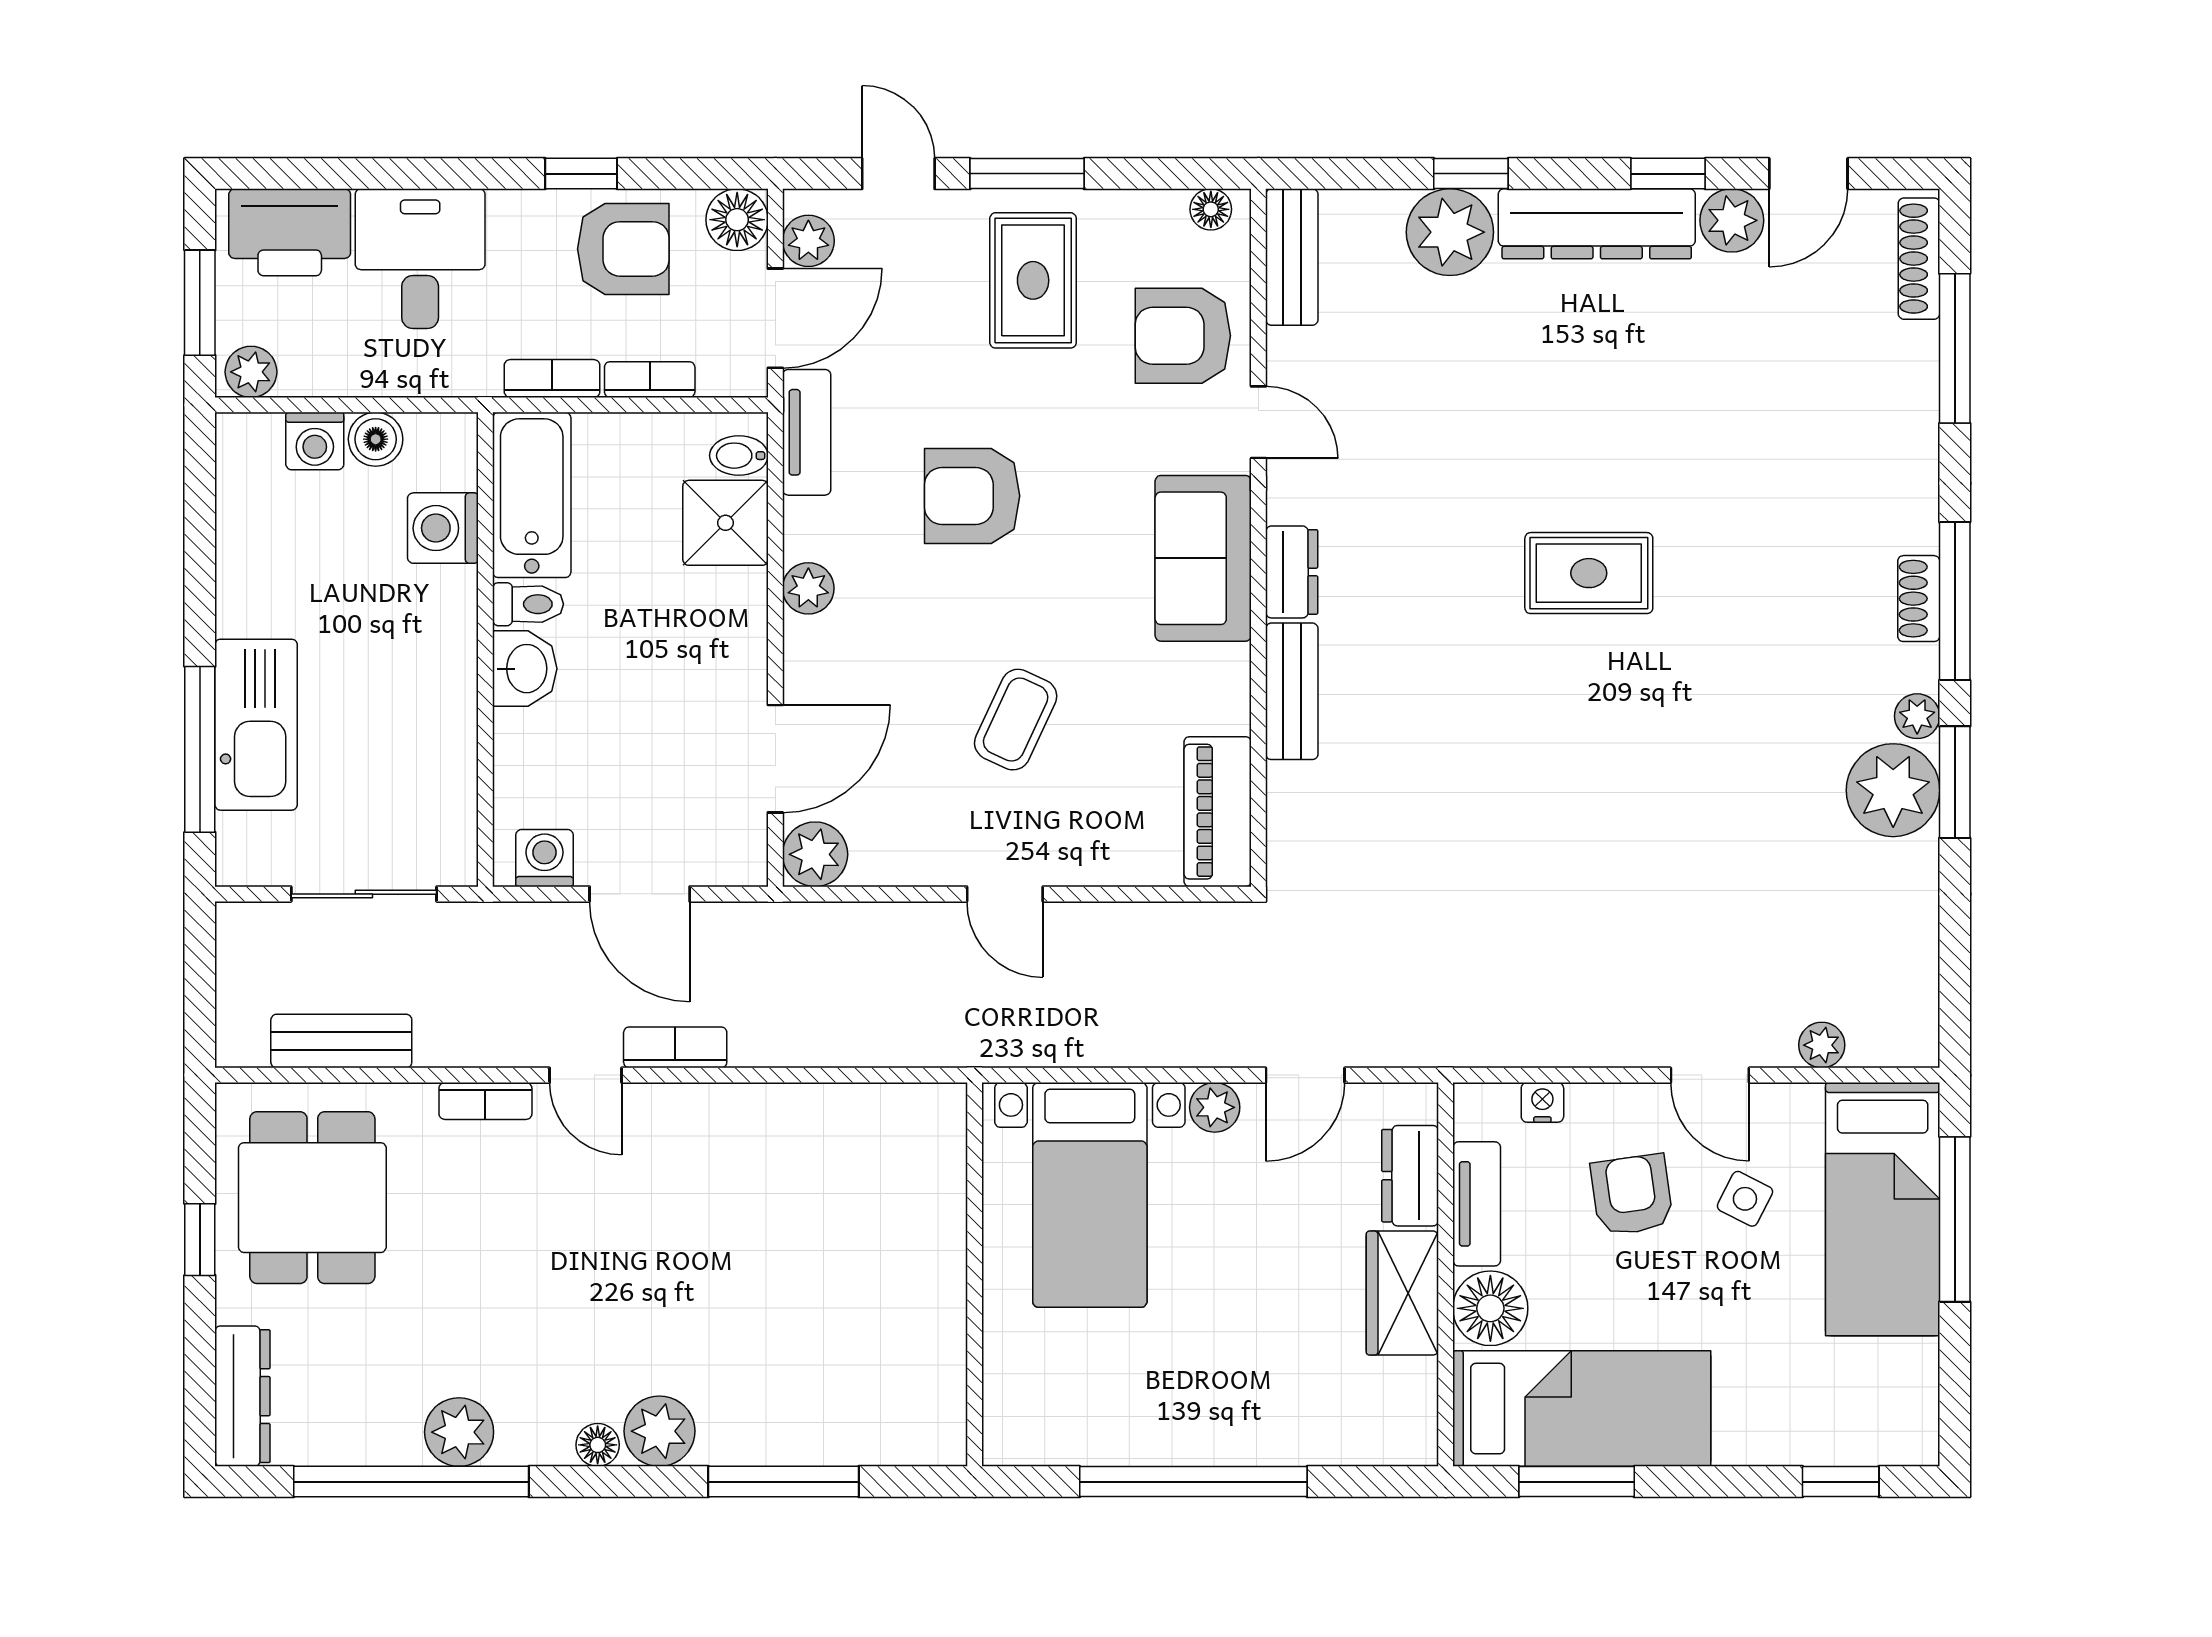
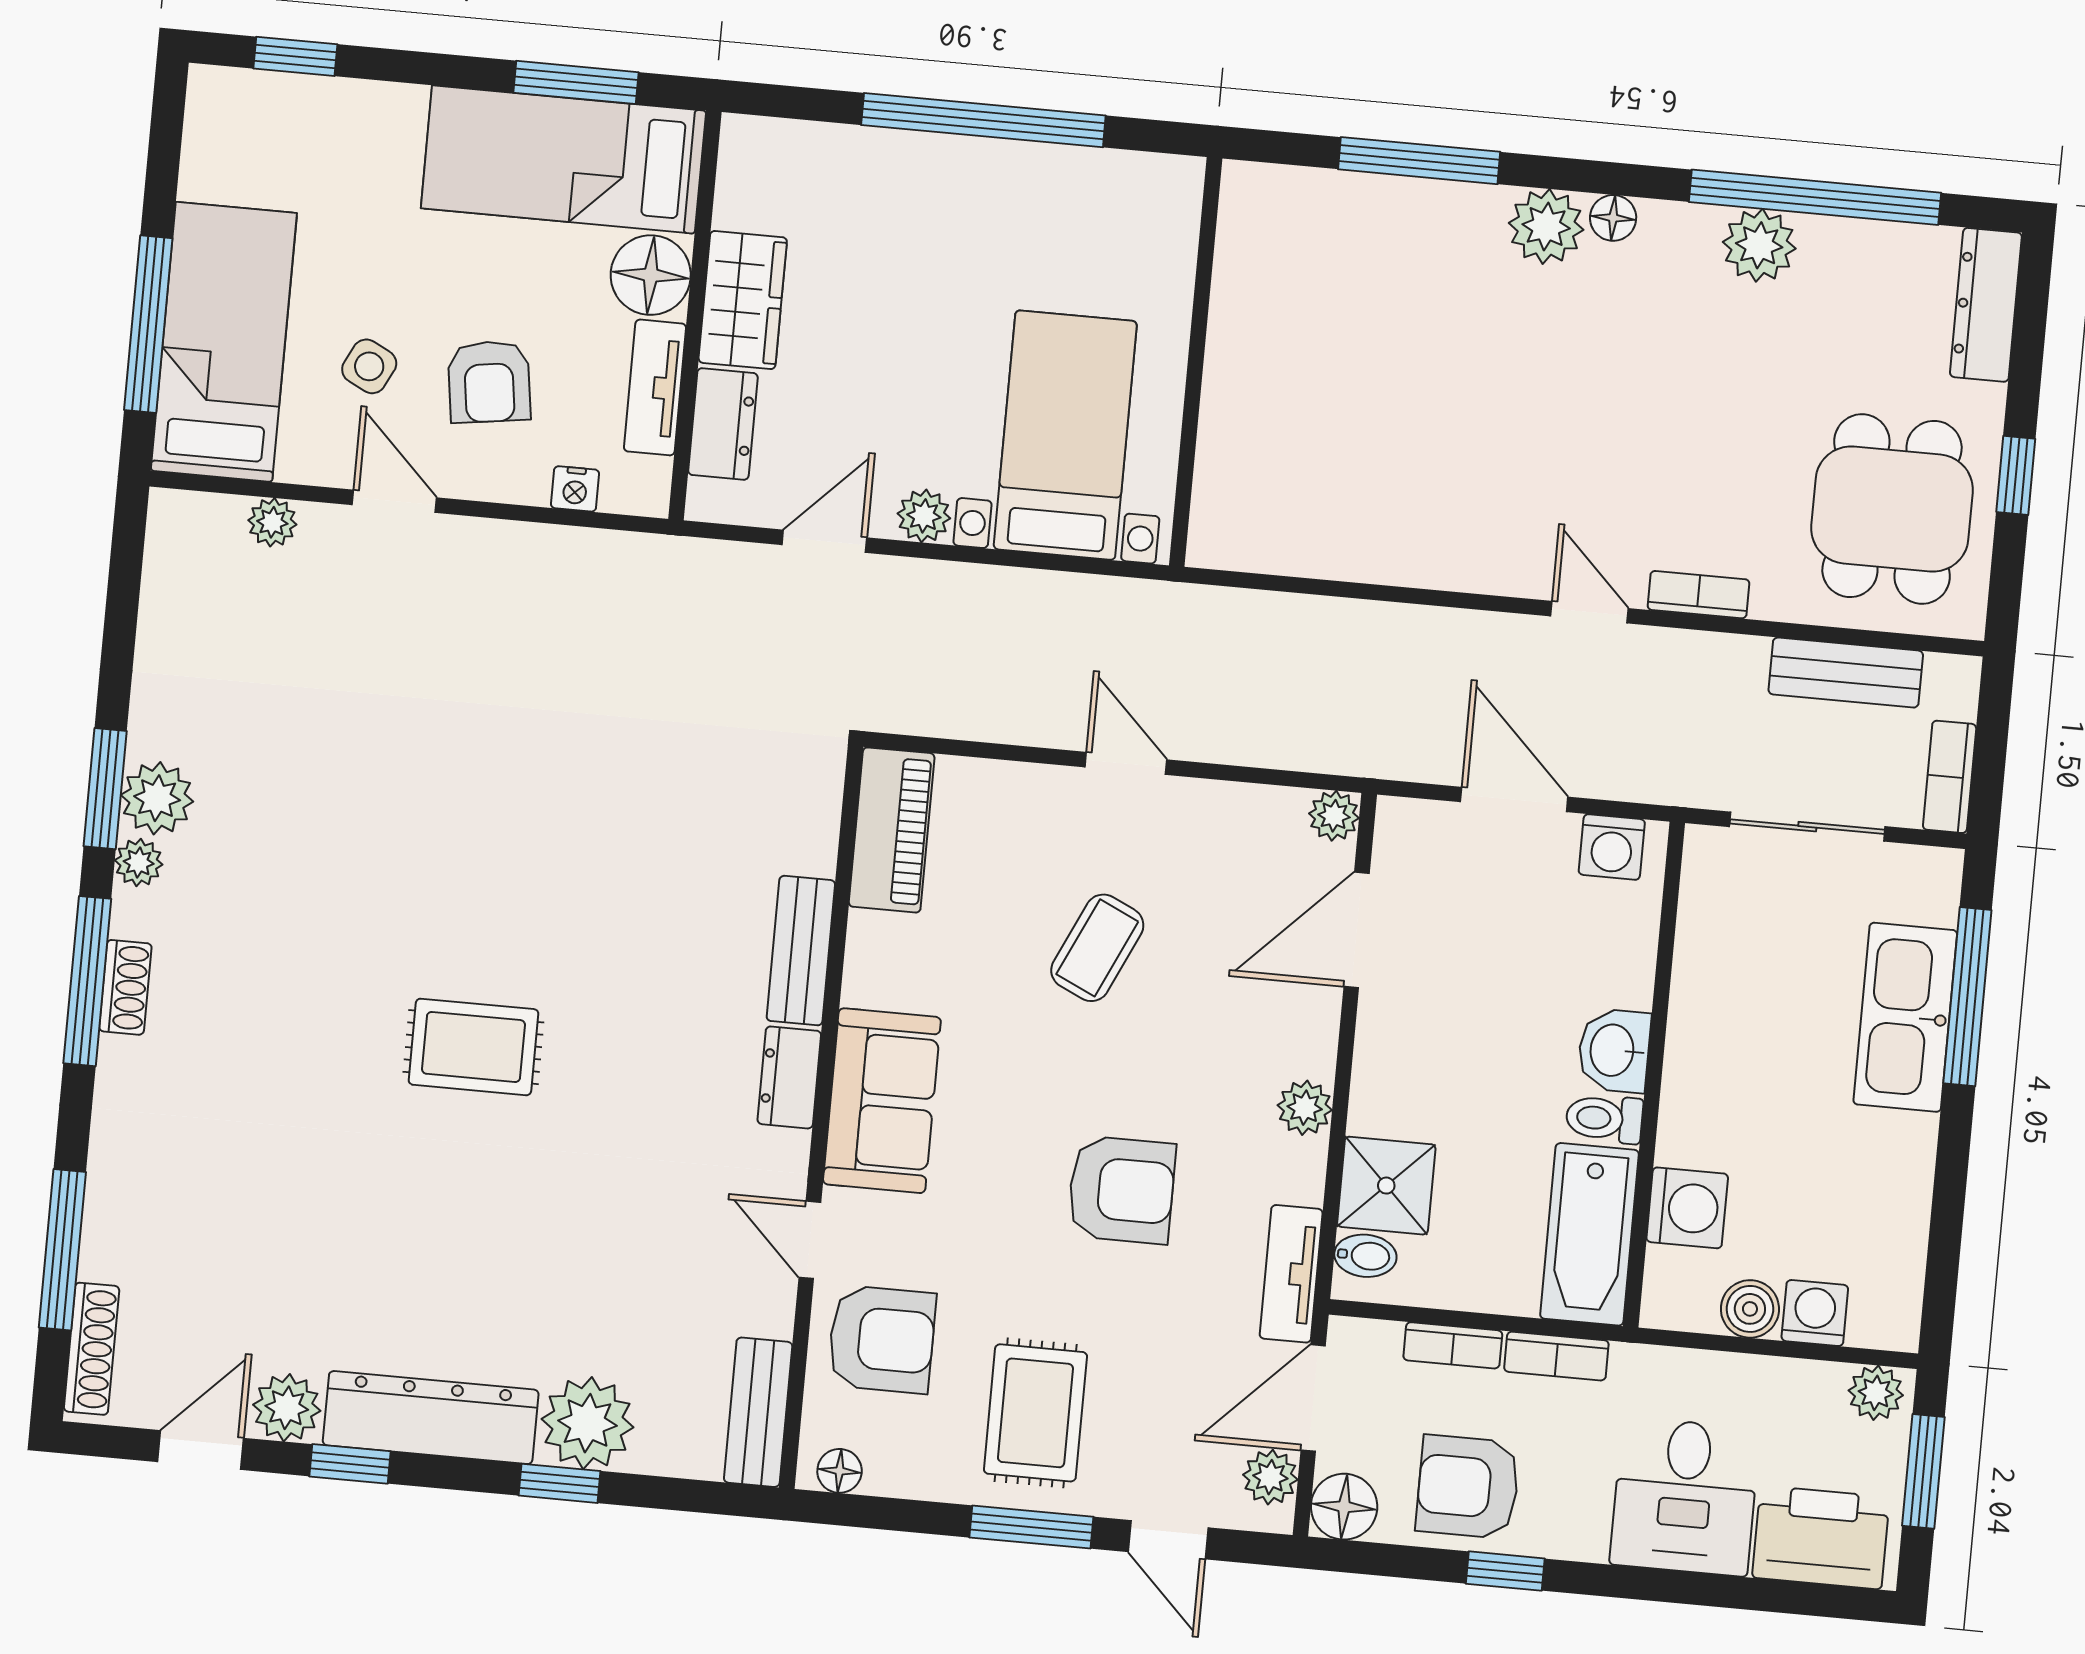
plant: (1893, 790) -> (157, 798), width x0.73, depth x0.73
plant: (815, 854) -> (1334, 816), width x0.73, depth x0.73
bookcase: (675, 1047) -> (1950, 777), moved, turned 90

